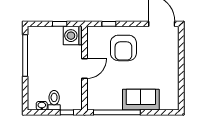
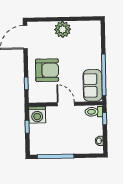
plant: (170, 67) -> (63, 29), added
toilet: (54, 100) -> (94, 112), moved
sofa: (141, 100) -> (93, 85), moved

